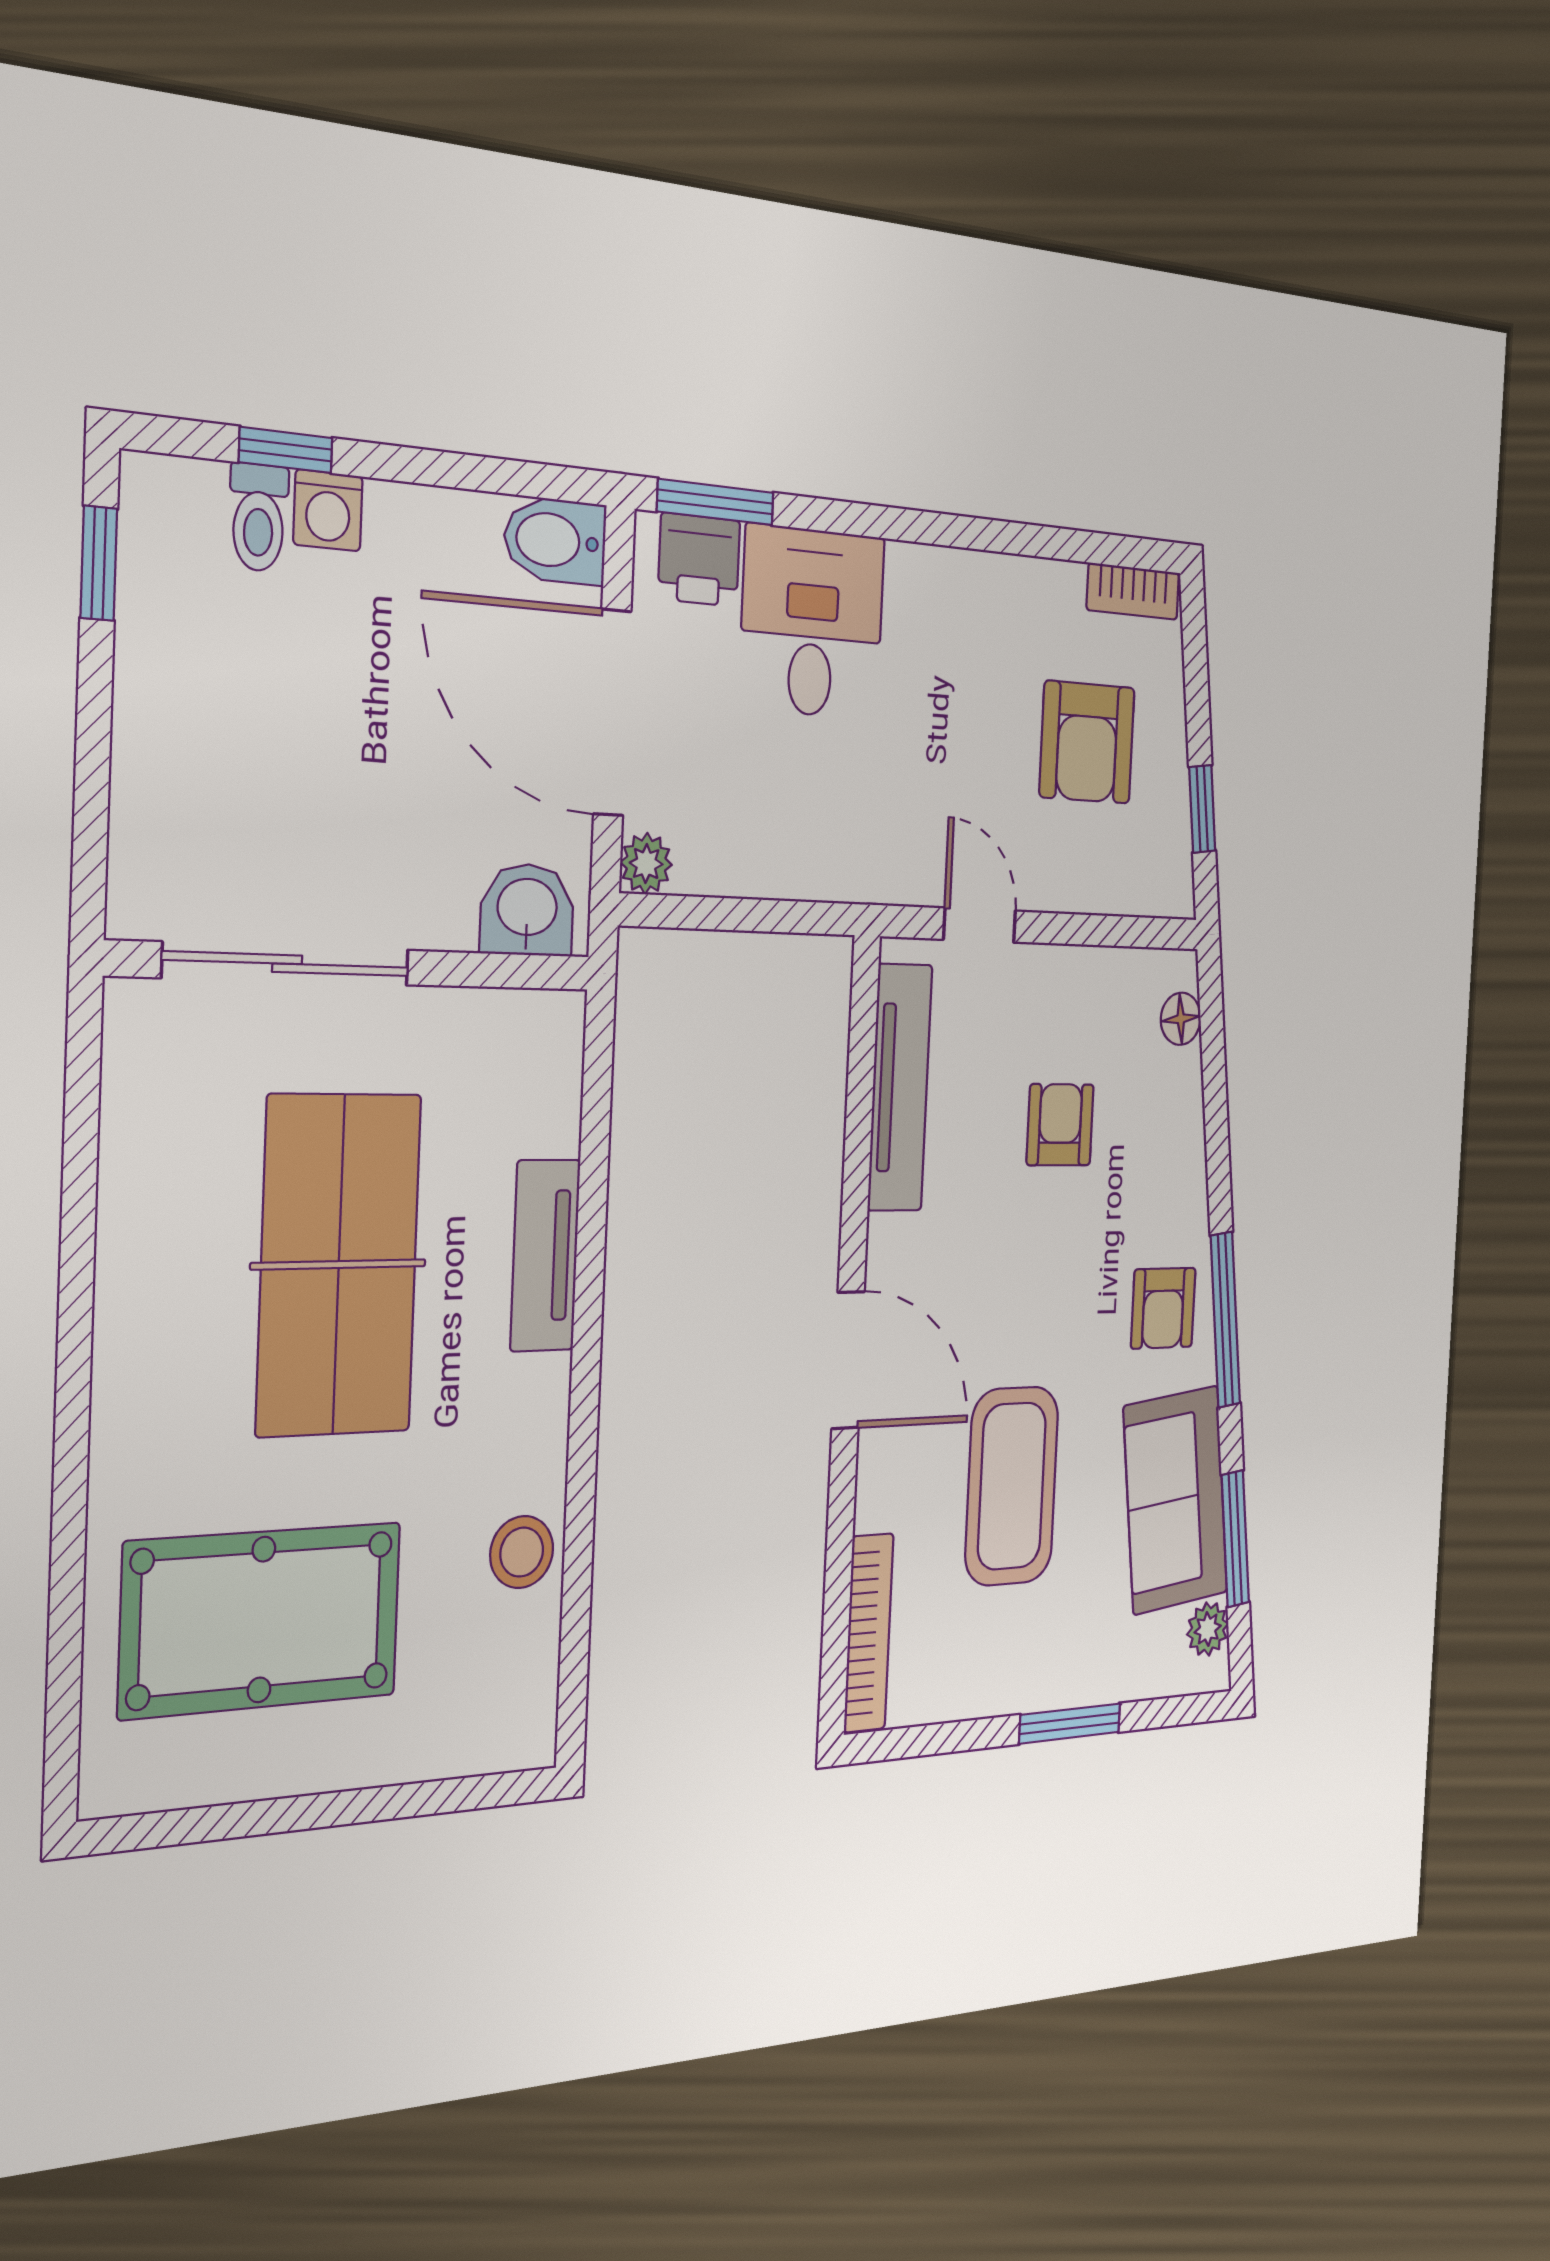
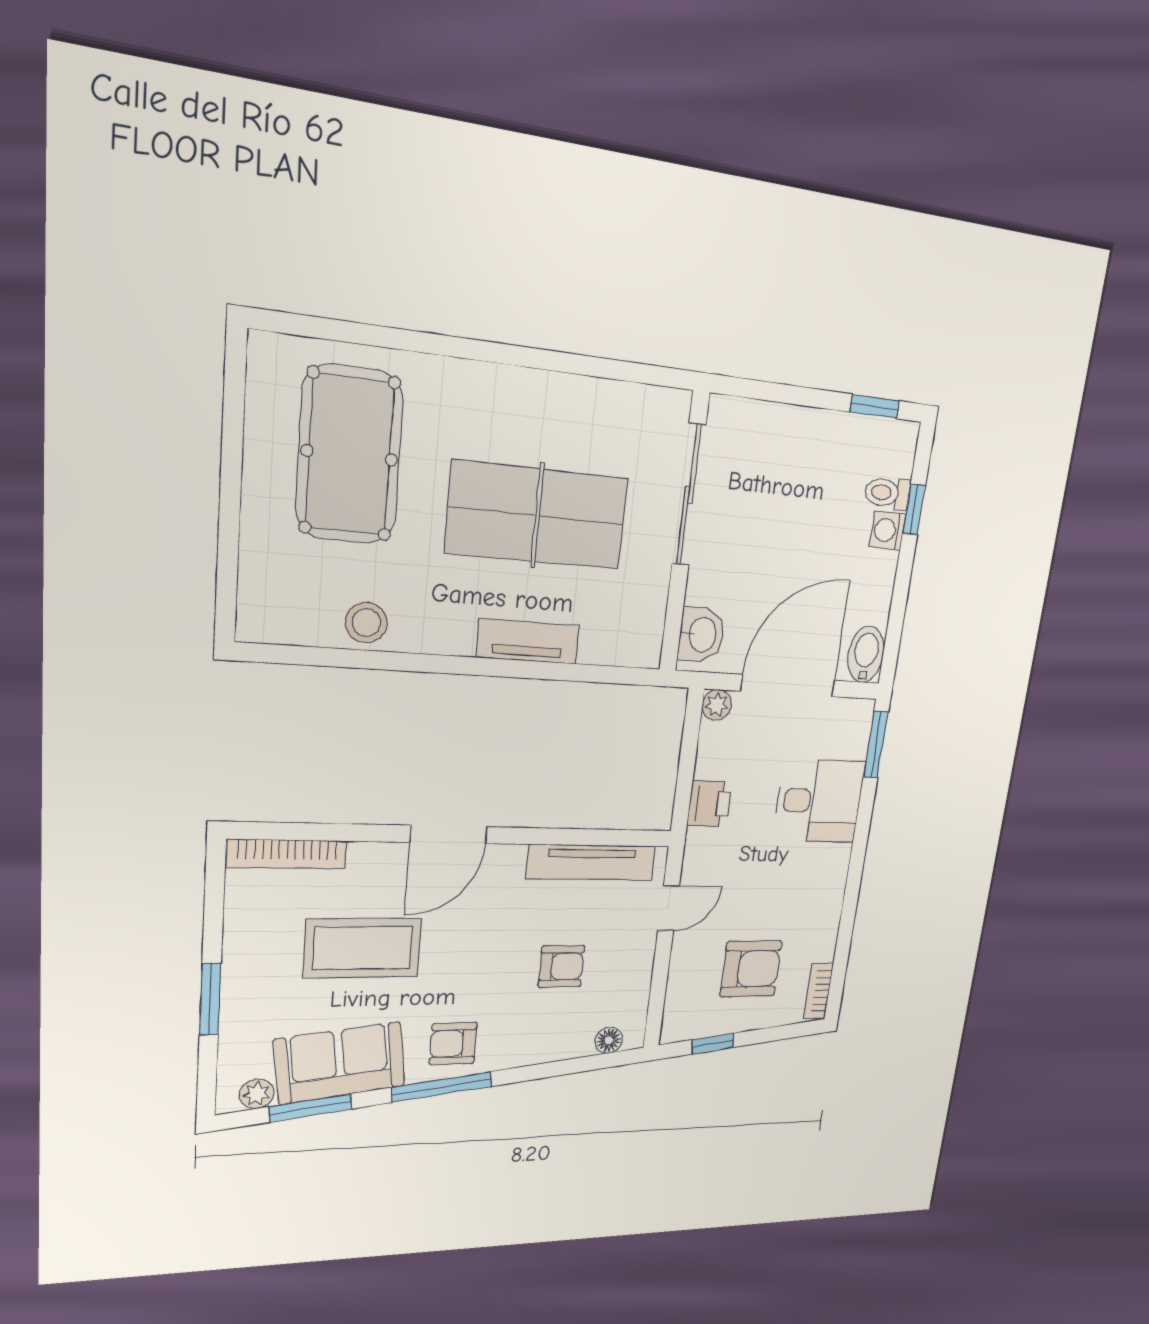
printer: (699, 560) -> (709, 804), moved, turned 180
armchair: (1087, 742) -> (751, 969), turned 180

